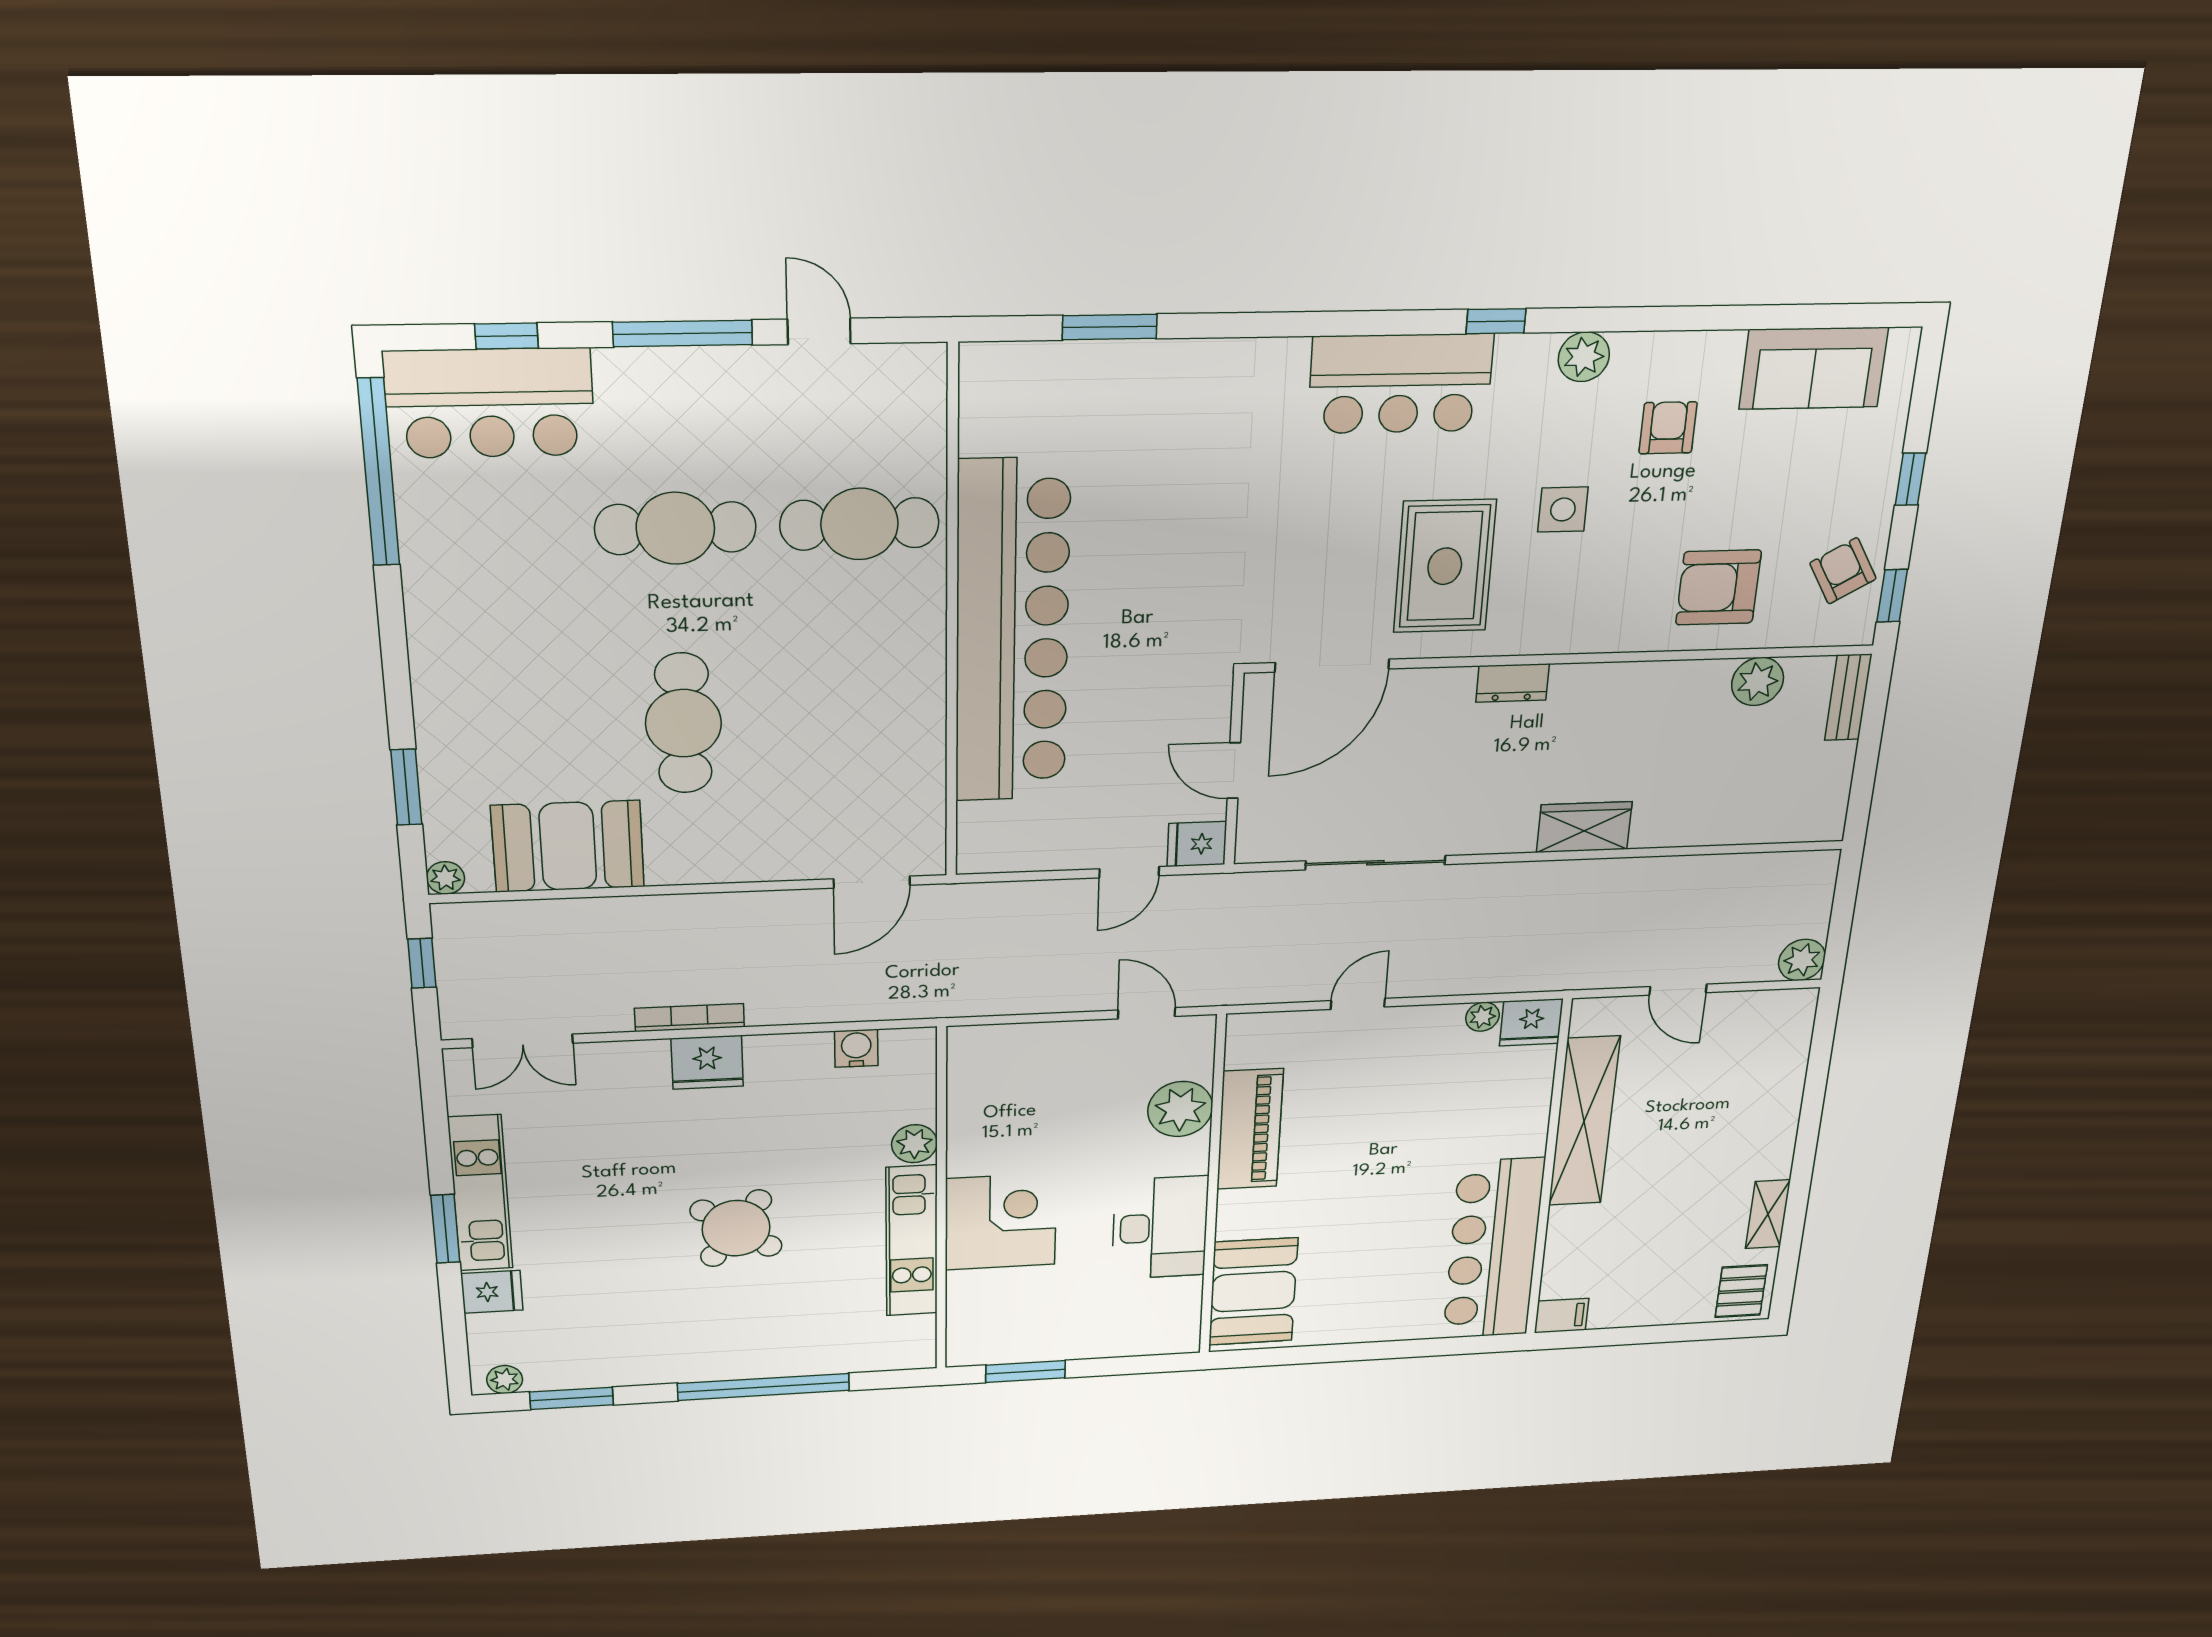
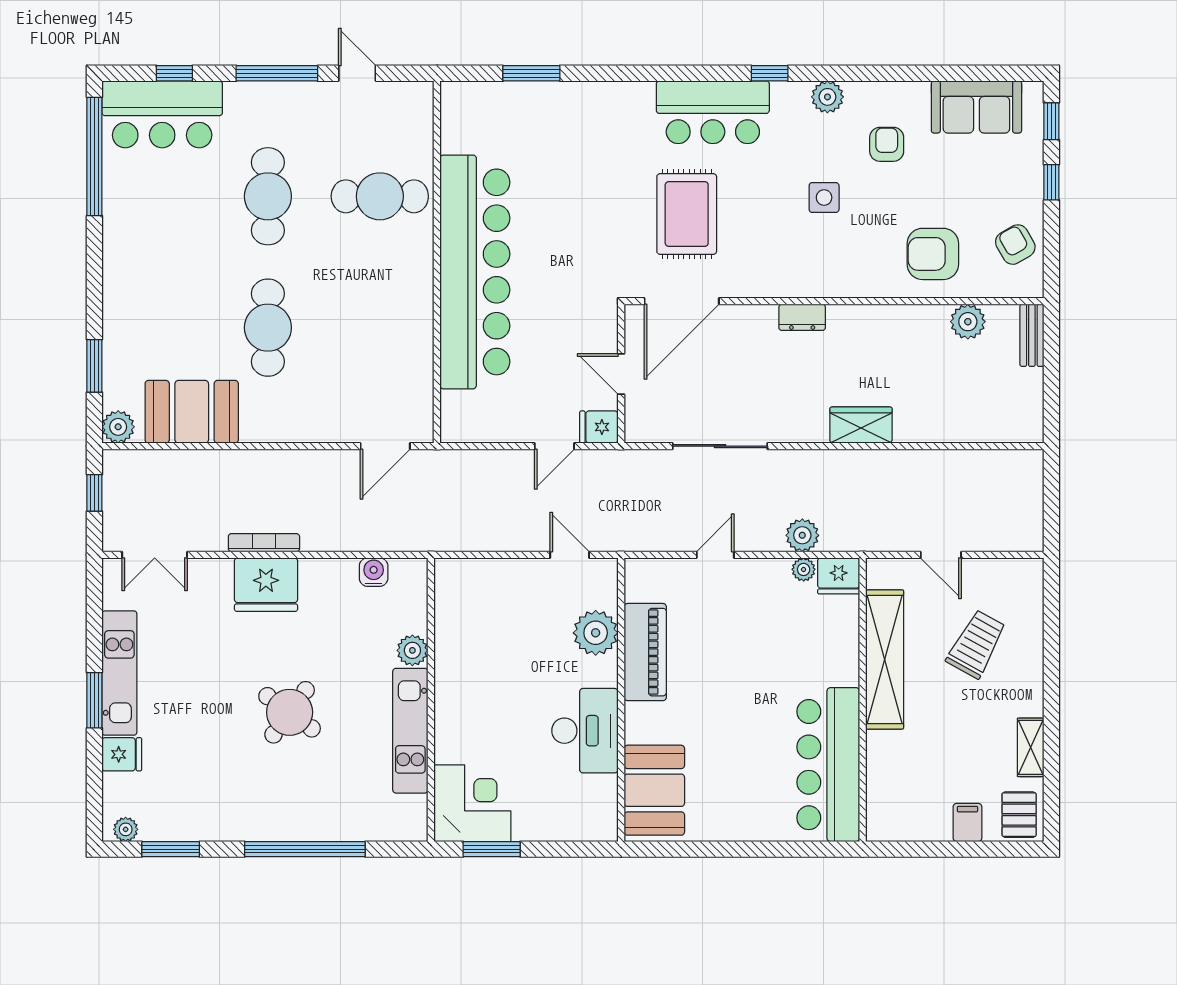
cafe table: (675, 528) -> (268, 196), turned 90
rug: (1445, 566) -> (687, 214), moved
window: (1892, 596) -> (1051, 121), moved
plant: (445, 878) -> (118, 427), width x1.38, depth x1.38
plant: (1802, 960) -> (802, 535), moved
fridge: (707, 1062) -> (266, 585), width x1.36, depth x1.34
trolley: (1712, 1097) -> (976, 644), added
corner desk: (1001, 1222) -> (472, 803), moved
filing cabinet: (1562, 1316) -> (967, 822), moved, turned -90

